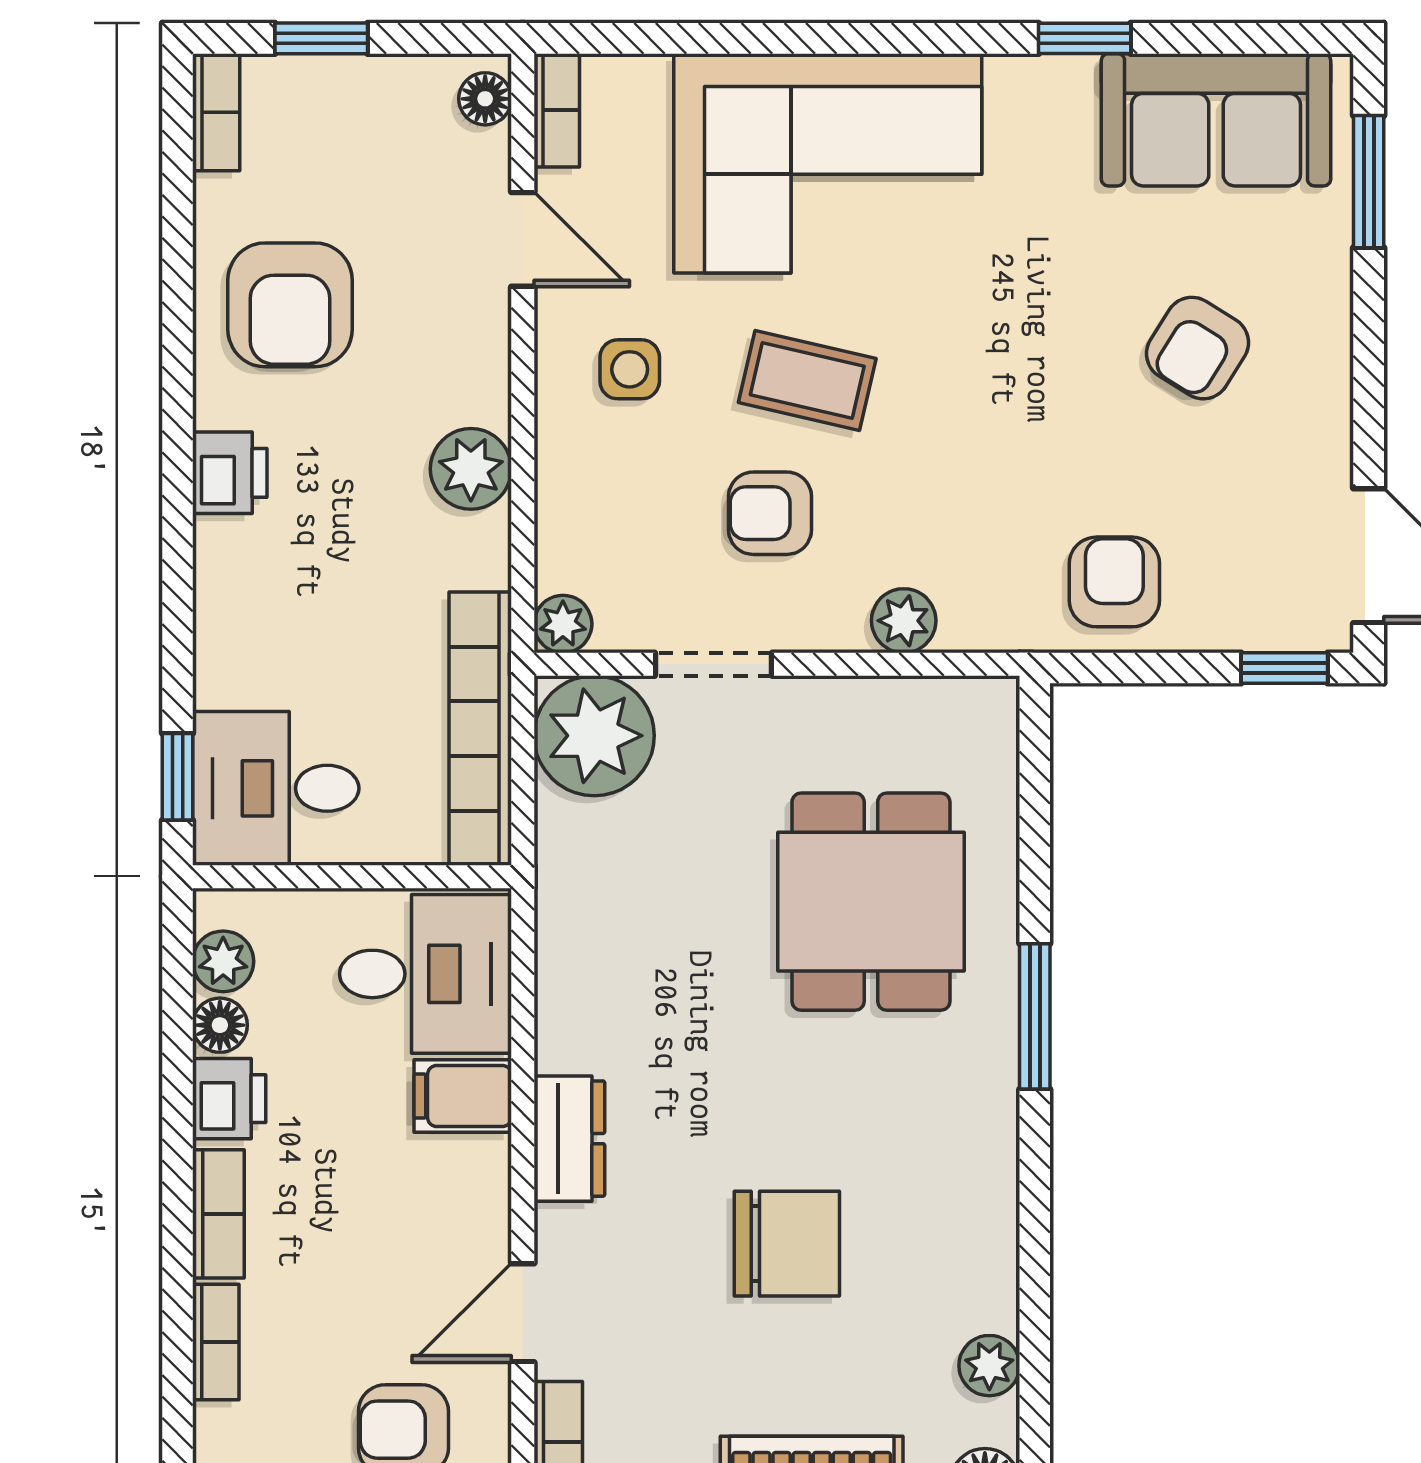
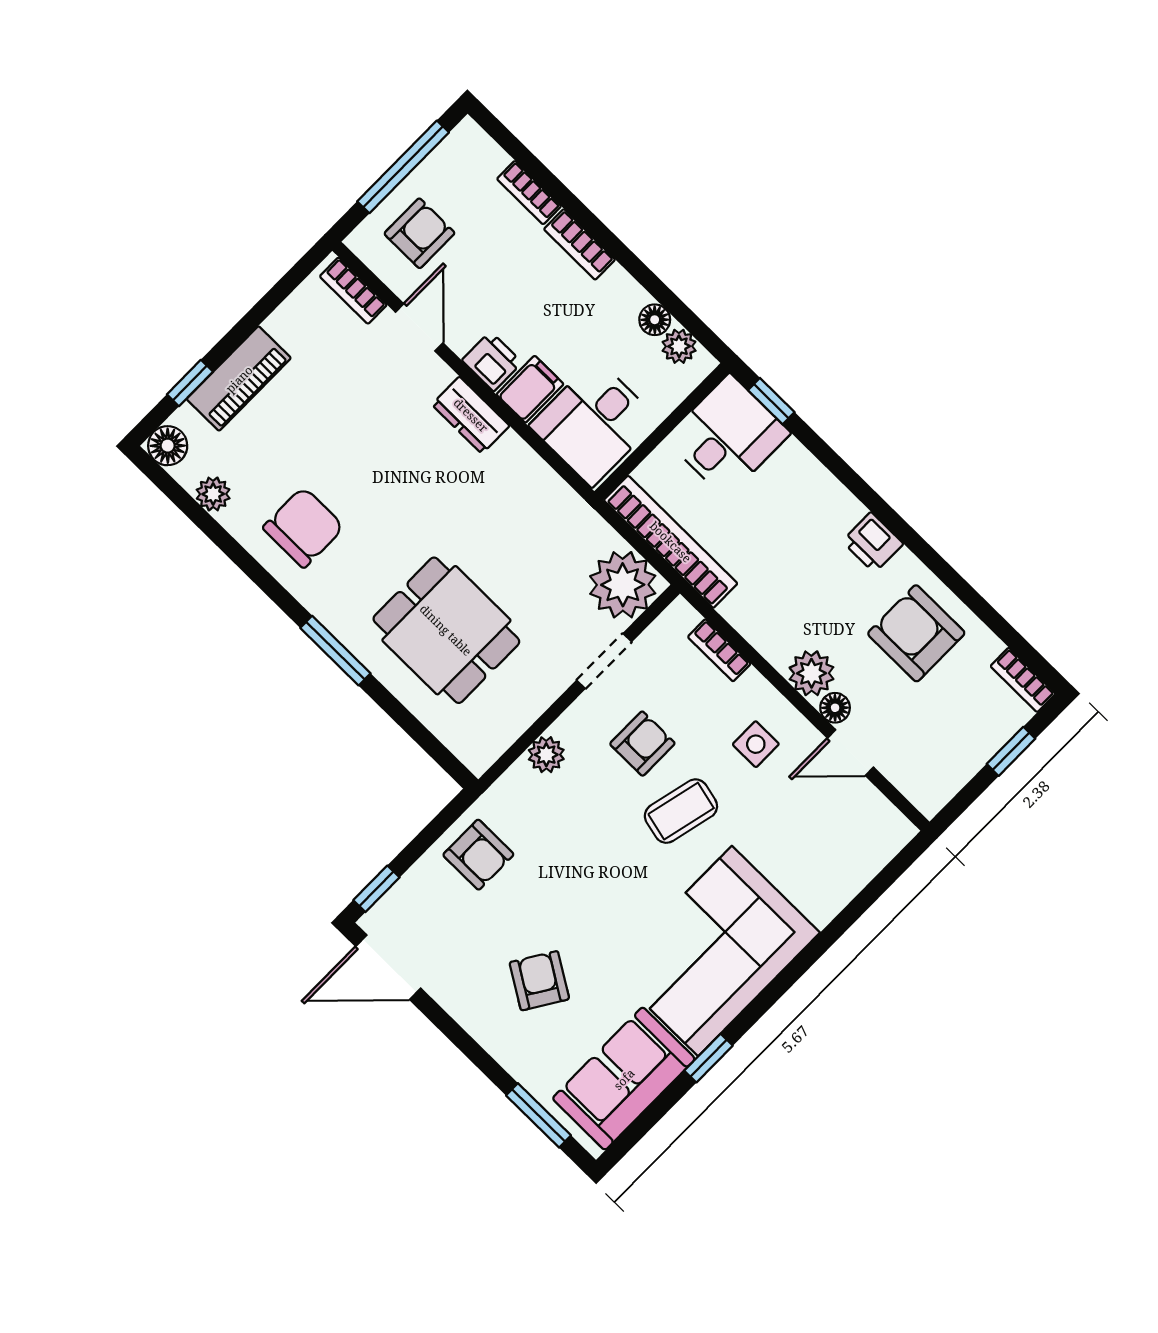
floor lamp: (485, 99) -> (835, 708), moved
bookcase: (557, 110) -> (719, 650), moved
corner sofa: (828, 163) -> (715, 951), moved
plant: (471, 469) -> (811, 673), moved
plant: (563, 624) -> (680, 616), removed
printer: (229, 1099) -> (492, 361), moved, turned 180
chair: (787, 1244) -> (303, 527), moved, turned 180

